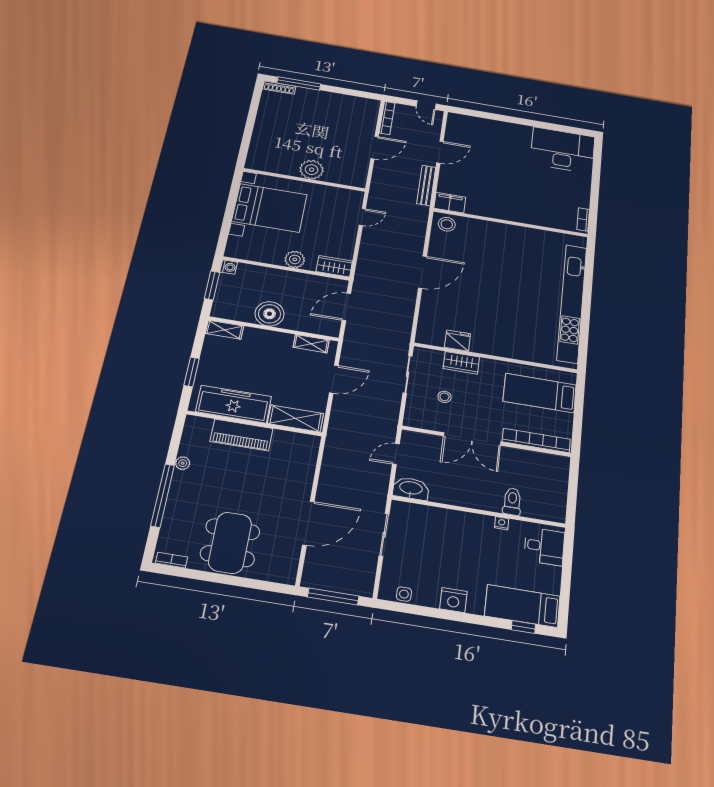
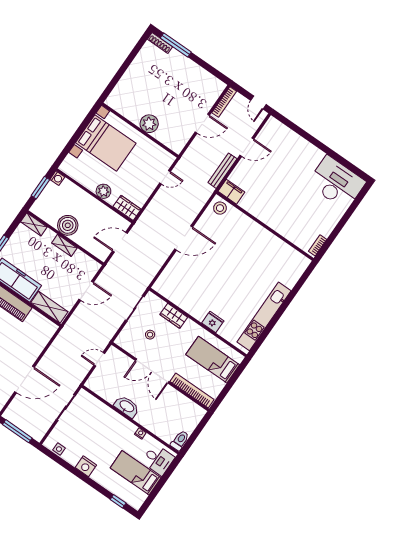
kitchen unit: (572, 303) -> (264, 316), width x0.73
fridge: (458, 341) -> (213, 322), moved
shelving: (311, 344) -> (64, 245), moved
washbasin: (411, 488) -> (127, 407), moved
toilet: (512, 501) -> (180, 441), moved
bed: (522, 606) -> (136, 473), moved

